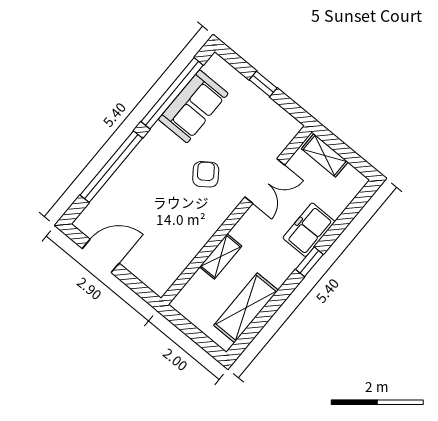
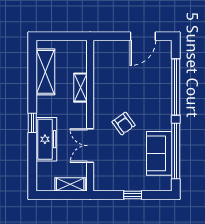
freezer: (309, 230) -> (46, 139), width x1.40

